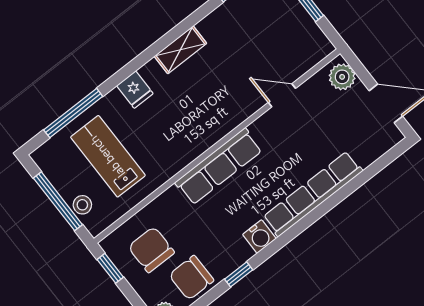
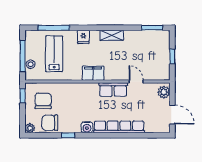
filing cabinet: (199, 138) -> (93, 73), added
row of seats: (219, 166) -> (113, 90), moved, width x0.68

